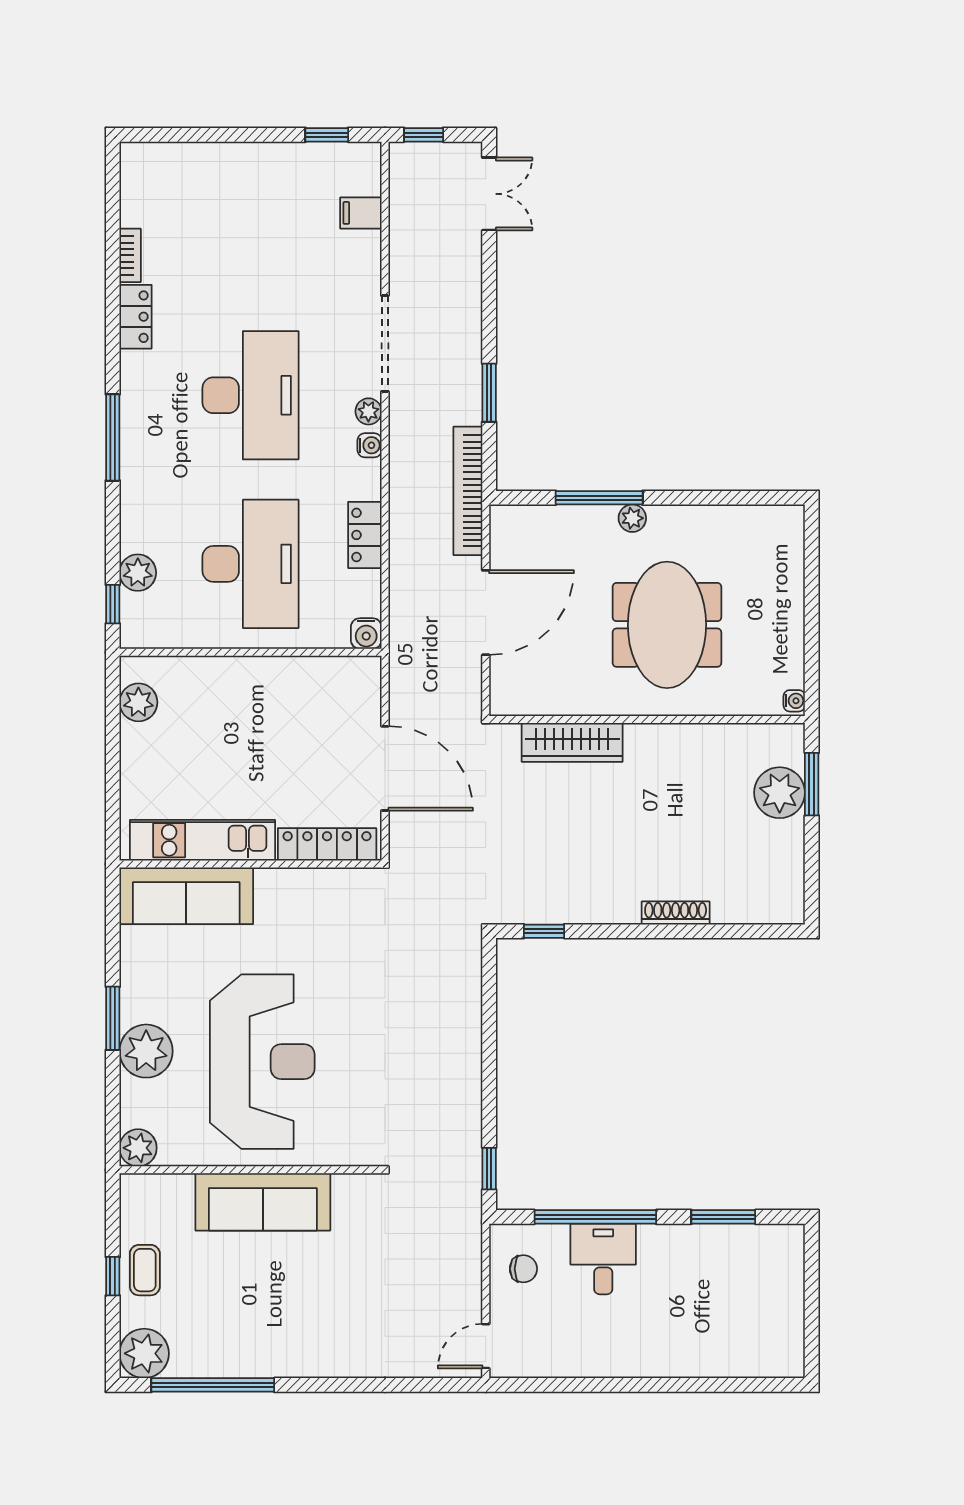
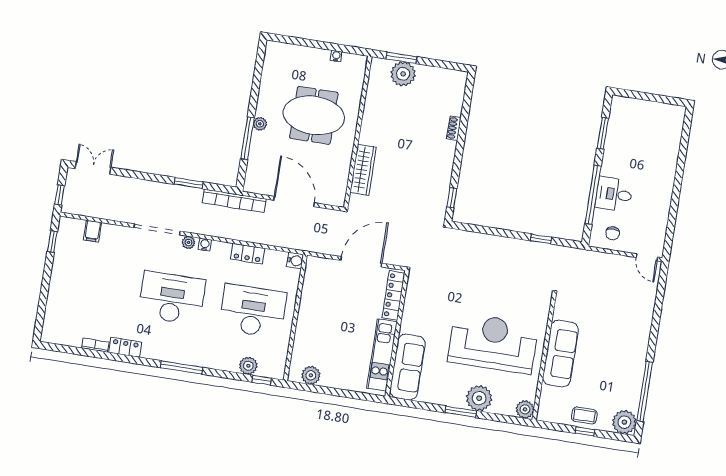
water cooler: (794, 701) -> (336, 56), moved
shoe rack: (676, 913) -> (454, 128), width x0.70
window: (489, 1169) -> (541, 239), moved
chair: (523, 1269) -> (613, 233), turned 180

